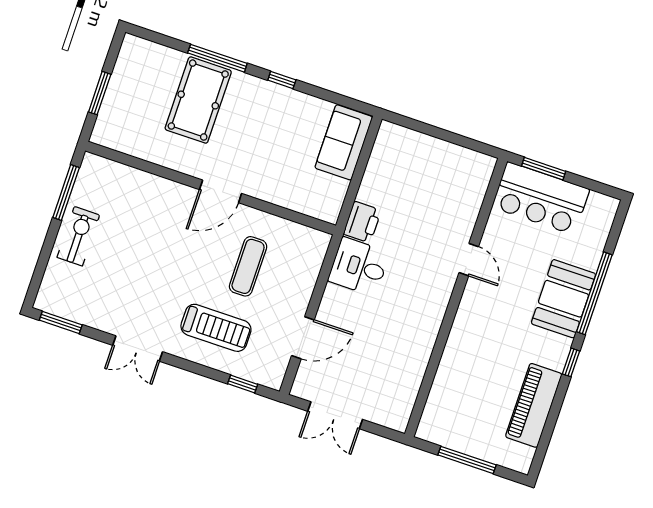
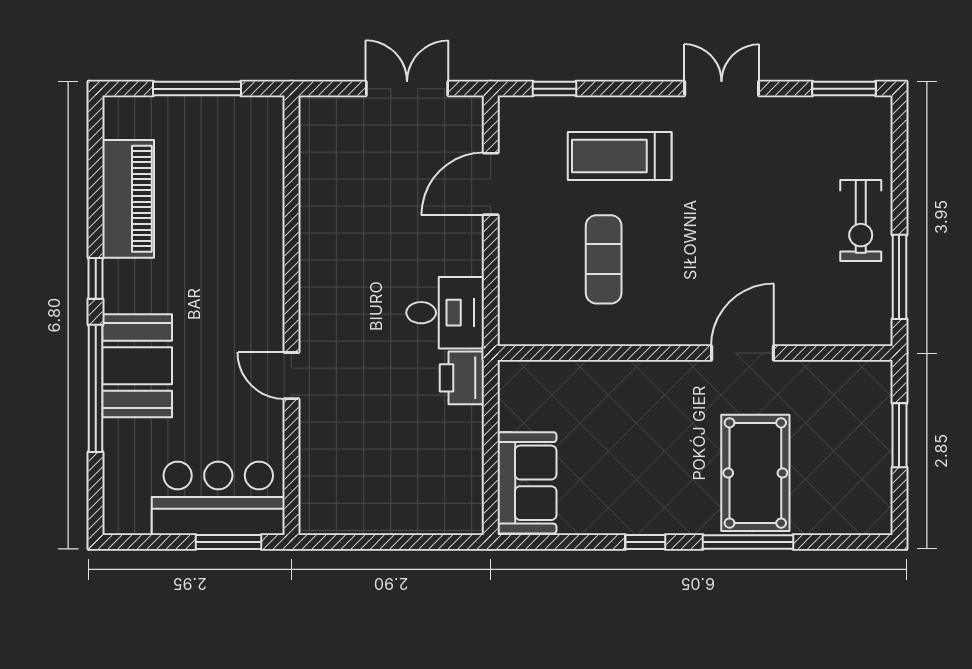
door: (221, 191) -> (742, 353), moved

